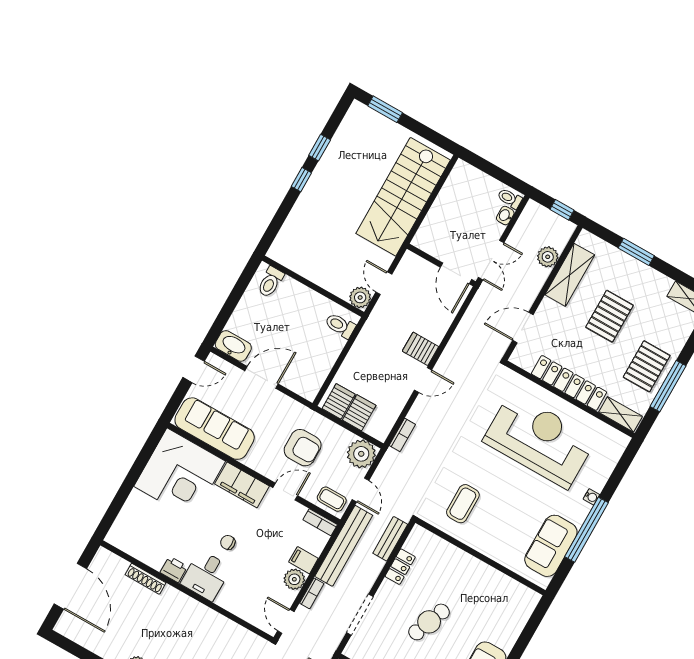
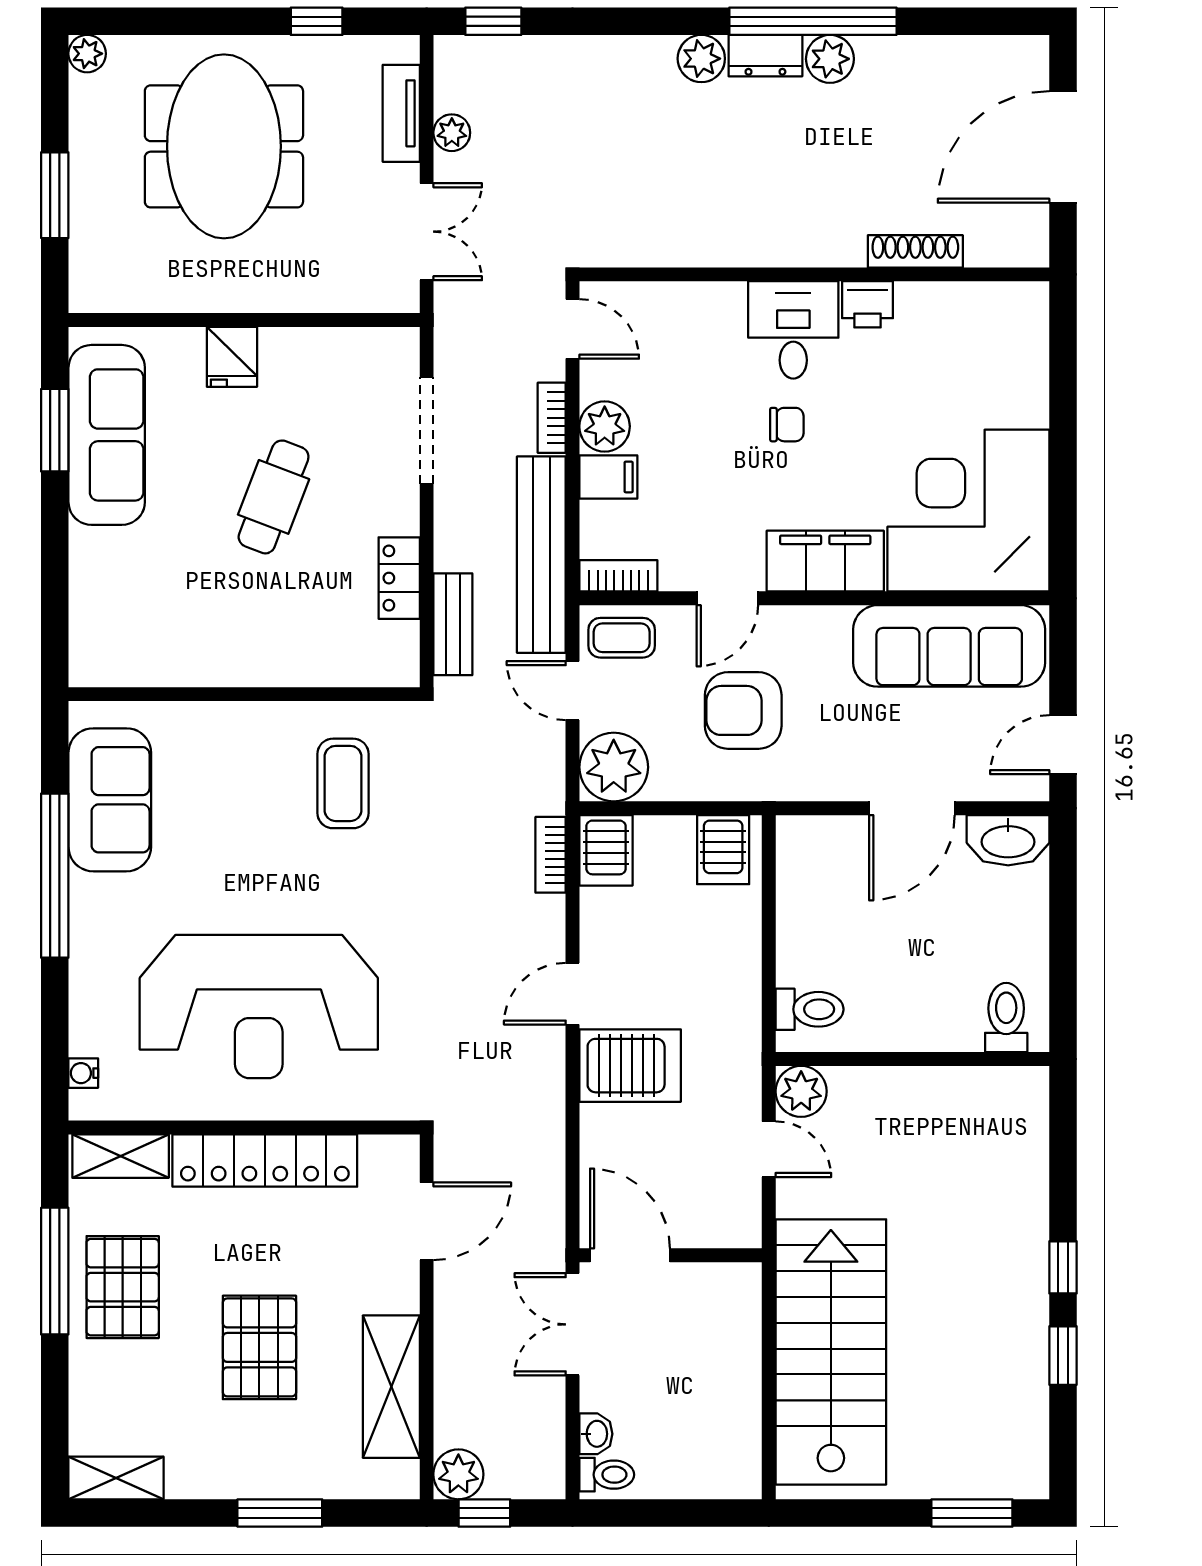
plant: (548, 257) -> (458, 1474), moved
server rack: (420, 349) -> (630, 1066), width x1.36, depth x1.44
server rack: (359, 413) -> (606, 850), moved
water cooler: (591, 497) -> (83, 1073), moved
door: (70, 586) -> (1063, 147), hinge flipped

